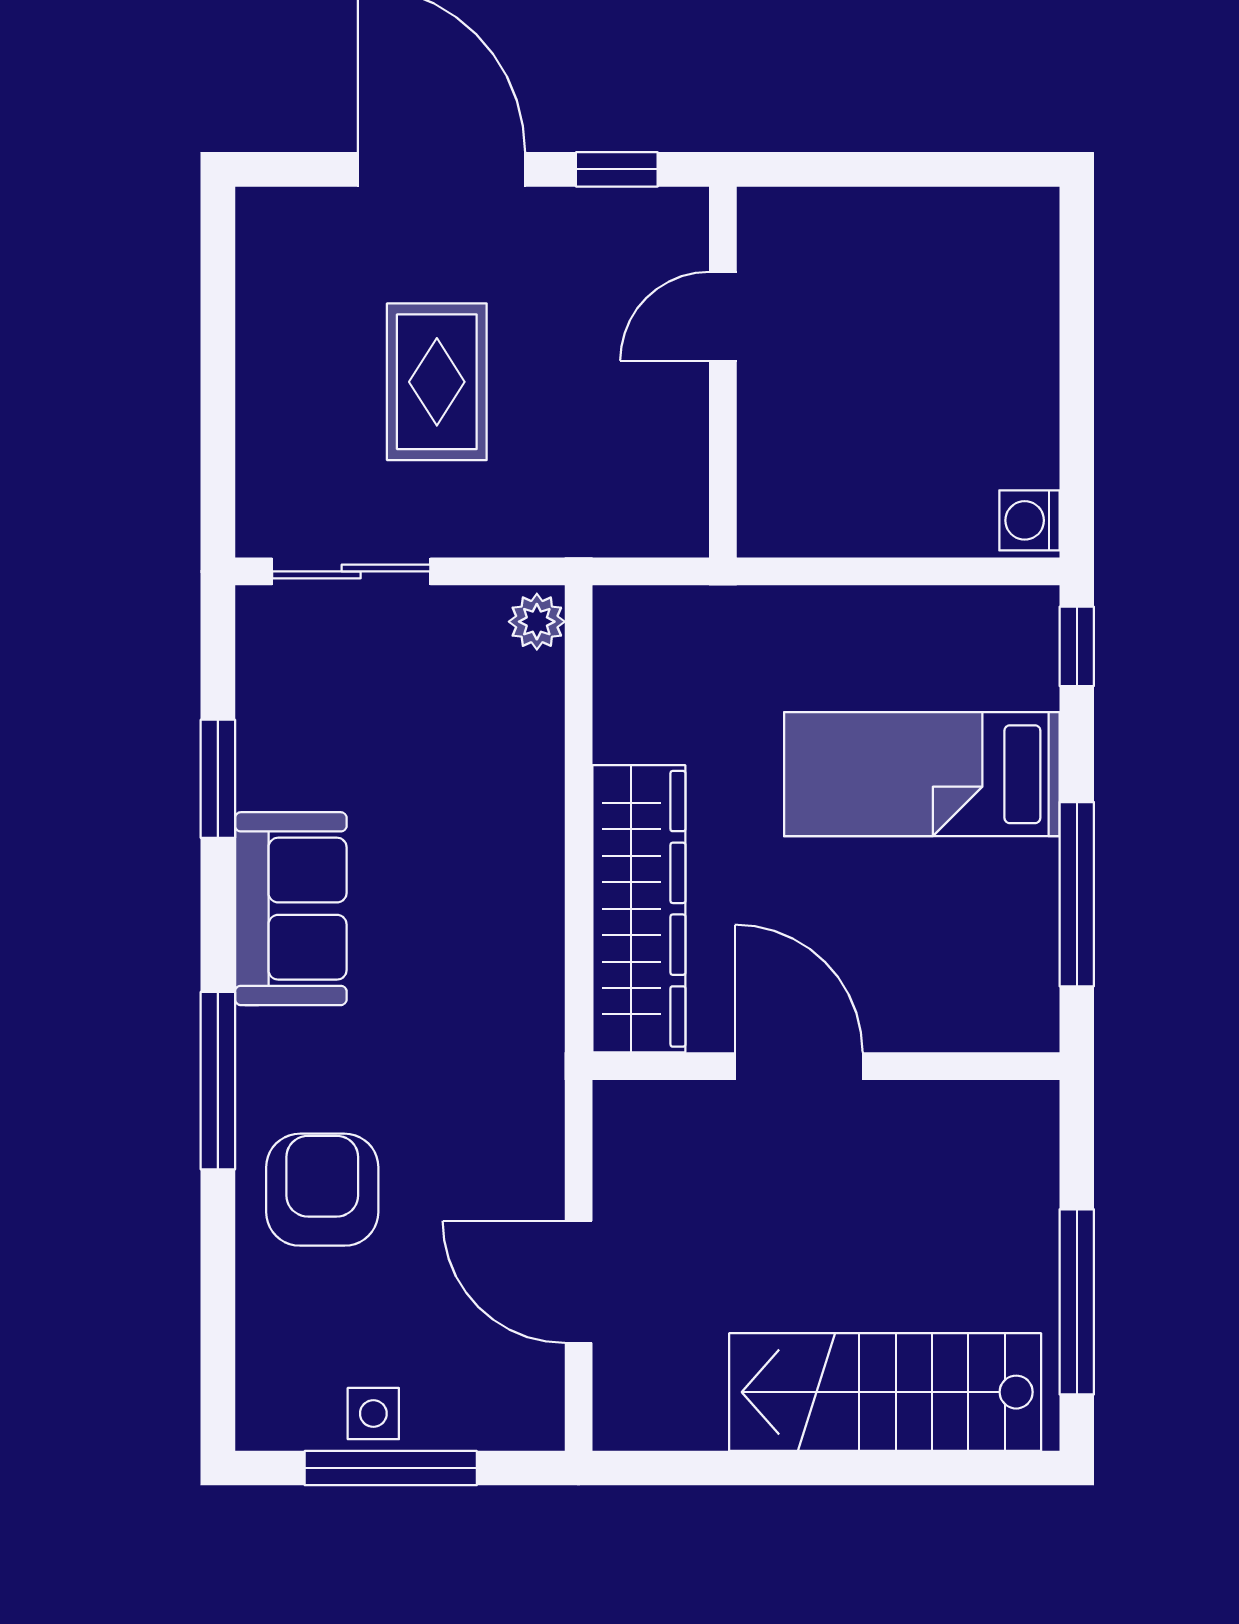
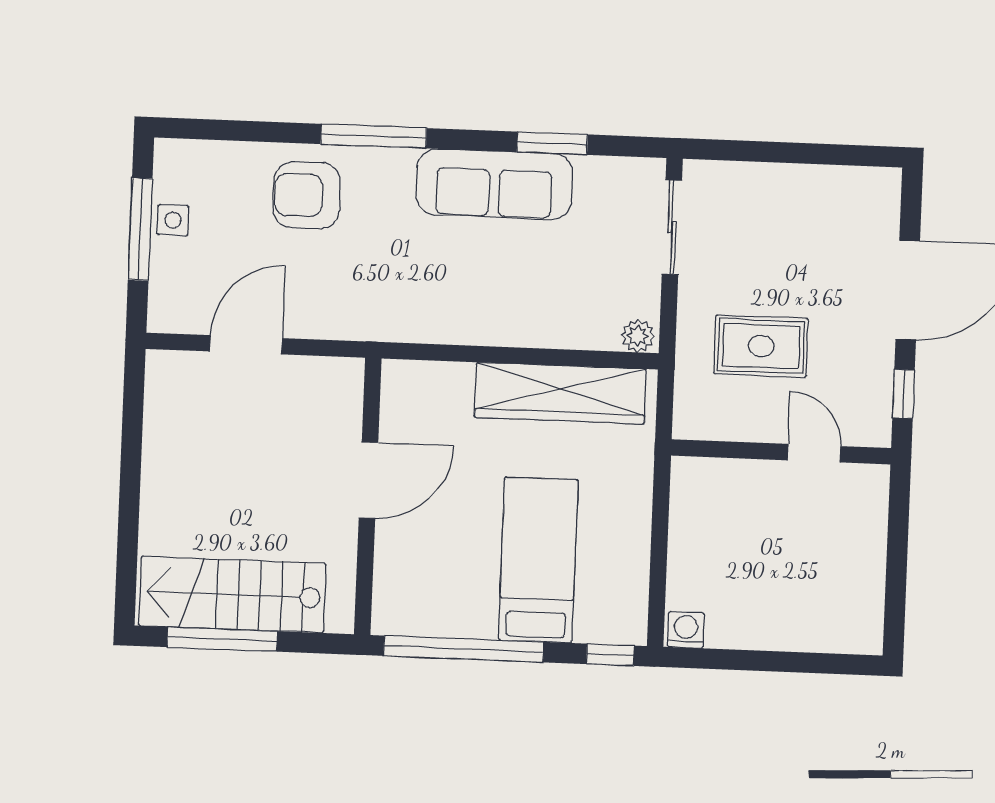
rug: (437, 382) -> (761, 346), moved
window: (1077, 894) -> (464, 649), width x1.46
sofa: (291, 909) -> (494, 184), width x1.36
wardrobe: (639, 909) -> (560, 393), moved
armchair: (322, 1190) -> (307, 195), turned 180
stairs: (885, 1392) -> (232, 595), moved, turned -90

